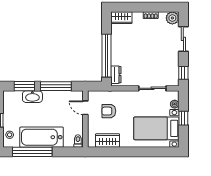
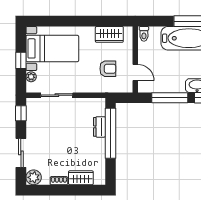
wardrobe: (121, 18) -> (81, 178), moved
dresser: (116, 75) -> (100, 127), moved

